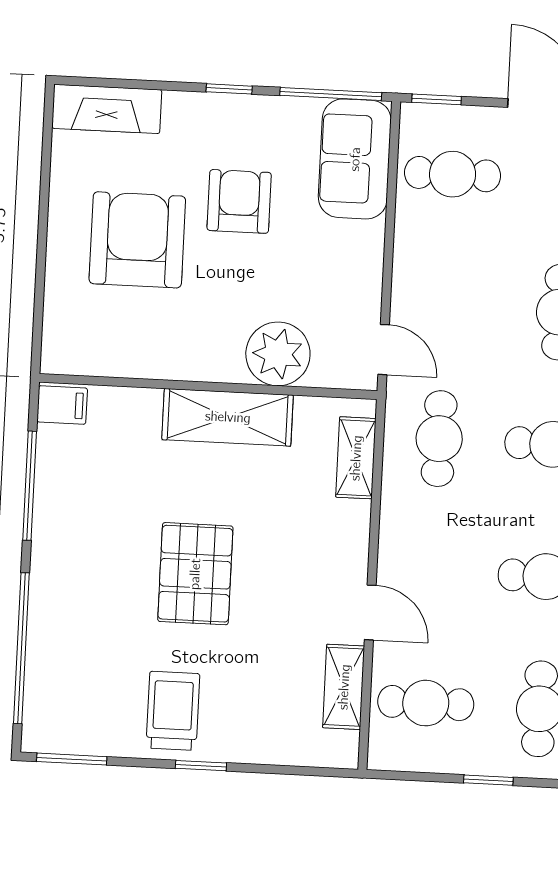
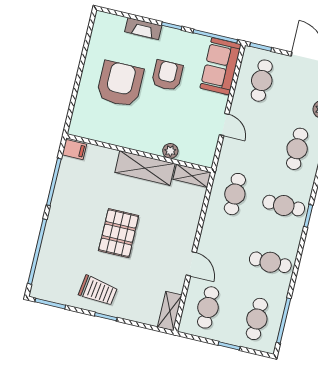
fireplace: (107, 109) -> (143, 29), moved, width x0.73, depth x0.76
cafe table: (453, 174) -> (262, 81), turned 90
door: (384, 350) -> (224, 125), moved
plant: (278, 354) -> (170, 151), width x0.53, depth x0.53
shelving: (356, 458) -> (192, 176), moved, turned 90
shelving: (344, 687) -> (170, 311), moved
cafe table: (426, 703) -> (208, 307), turned 90
trolley: (173, 711) -> (98, 291), turned 98

